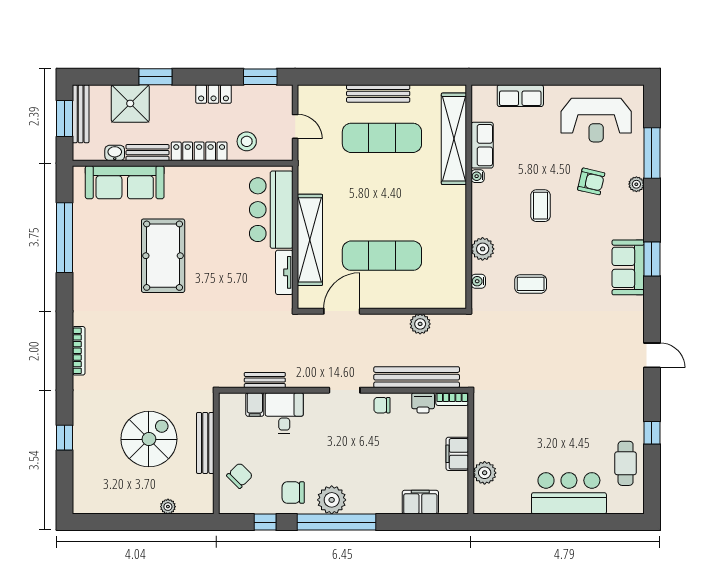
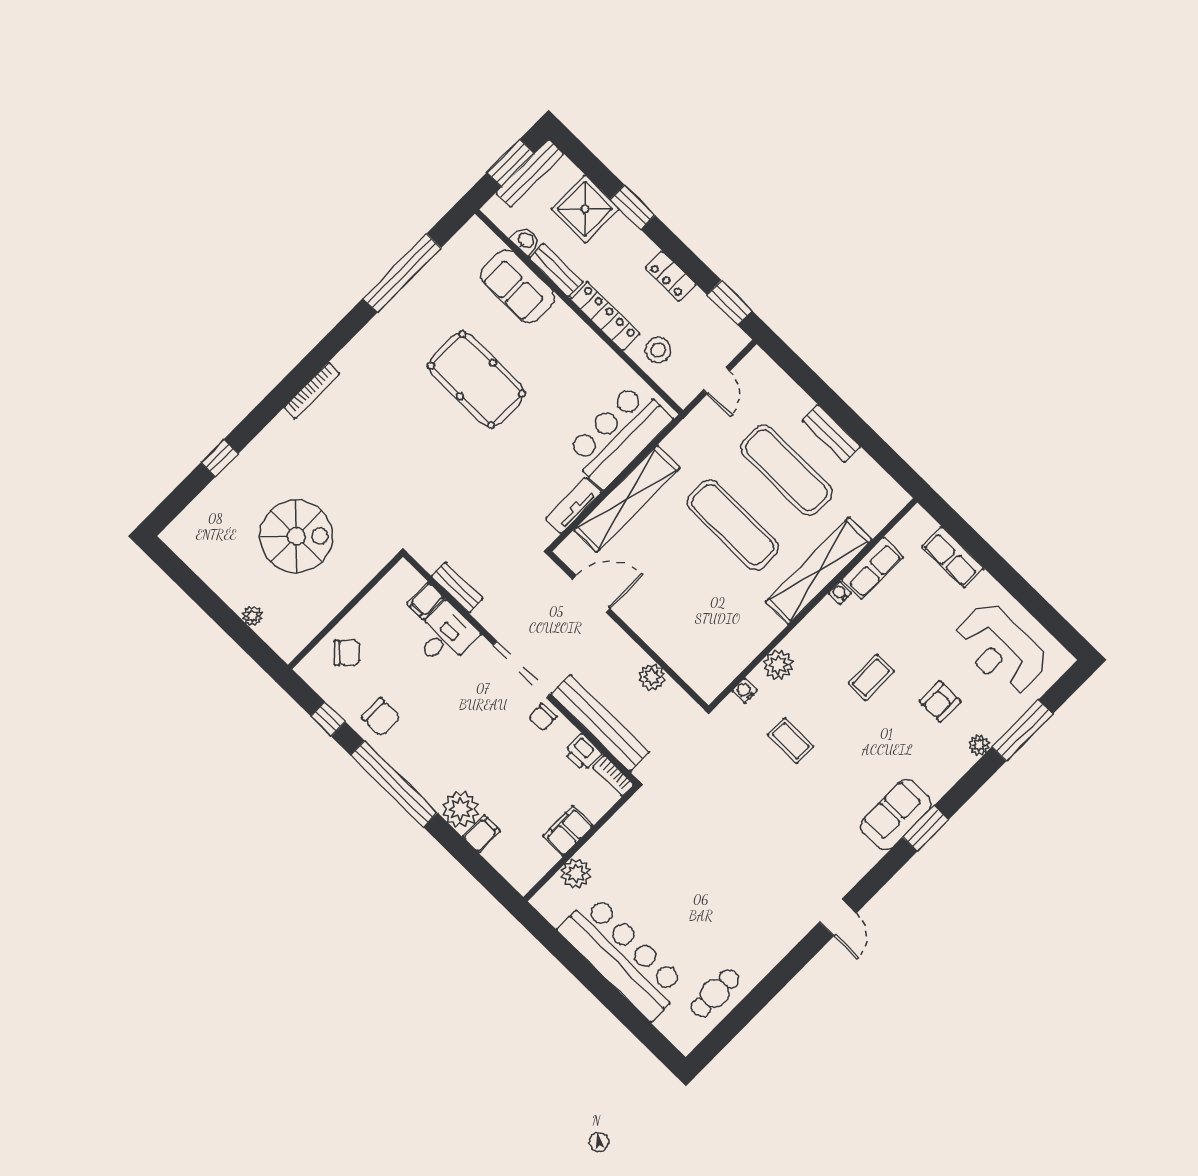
bench: (378, 93) -> (831, 433), width x0.73
shelving: (454, 139) -> (819, 571), moved
armchair: (591, 181) -> (940, 701), turned 77
sofa: (125, 182) -> (518, 286), width x0.73
pool table: (163, 256) -> (477, 380), turned 90
exercise mat: (382, 256) -> (733, 525), moved
doorway: (345, 390) -> (522, 669), width x1.87
chair: (382, 405) -> (543, 717), turned -93
window: (652, 433) -> (767, 989), removed
bench: (205, 443) -> (345, 591), removed
chair: (293, 493) -> (381, 717), turned 180
bar counter: (569, 493) -> (623, 957), width x1.36
plant: (332, 500) -> (460, 809), moved
filing cabinet: (420, 502) -> (481, 834), width x0.50

